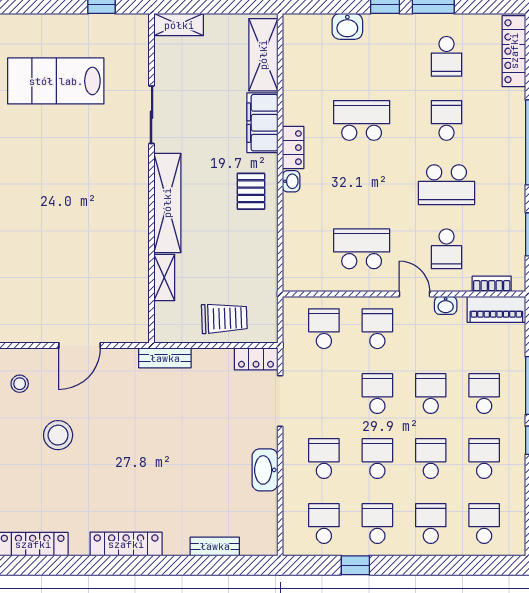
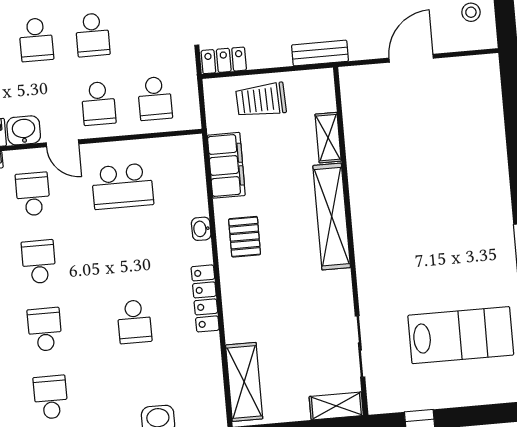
sliding door: (152, 115) -> (360, 346), moved
school desk: (362, 120) -> (134, 322), width x0.54
school desk: (446, 120) -> (45, 329), turned 180
filing cabinet: (262, 123) -> (226, 165), moved
locker: (293, 148) -> (205, 298), width x1.53
washbasin: (291, 181) -> (201, 229), moved
school desk: (446, 185) -> (39, 262), width x0.54
washbasin: (446, 305) -> (24, 130), width x1.38, depth x1.45

